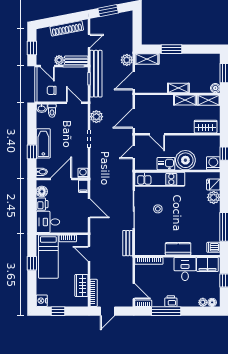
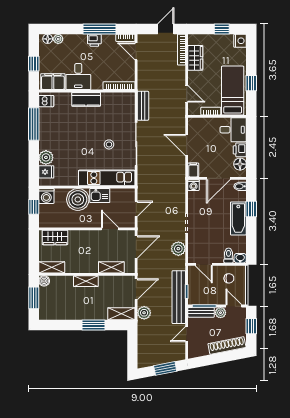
shoe rack: (67, 28) -> (227, 345), moved
shelving: (185, 100) -> (111, 267), moved

